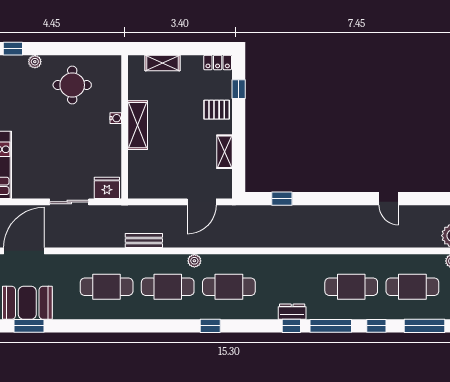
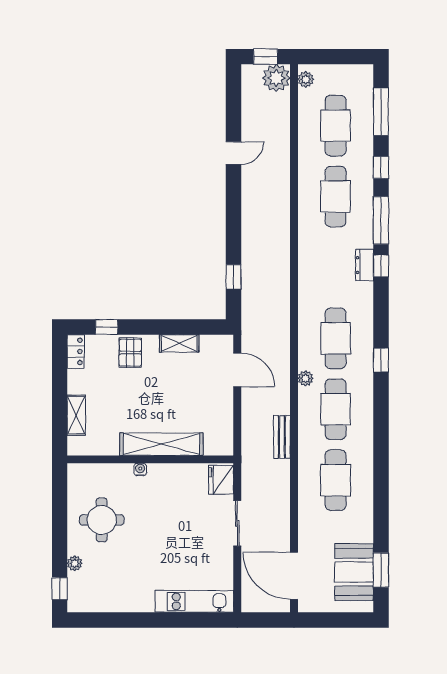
shelving: (138, 125) -> (161, 444), width x1.47

